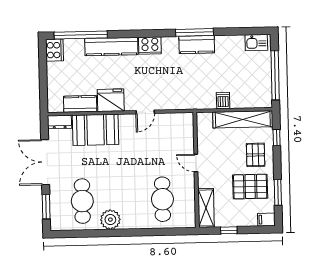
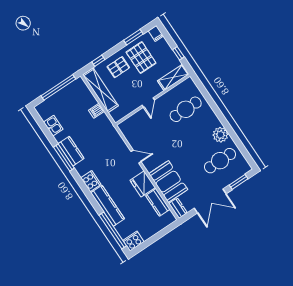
kitchen sink: (256, 42) -> (53, 126), moved

